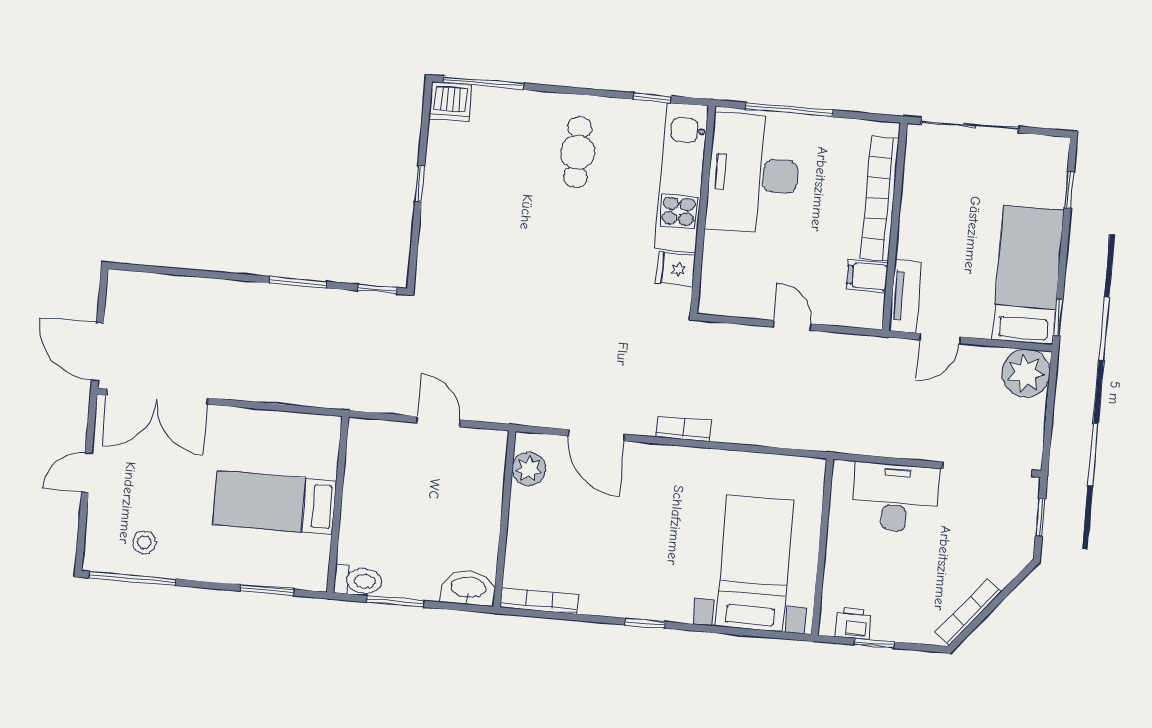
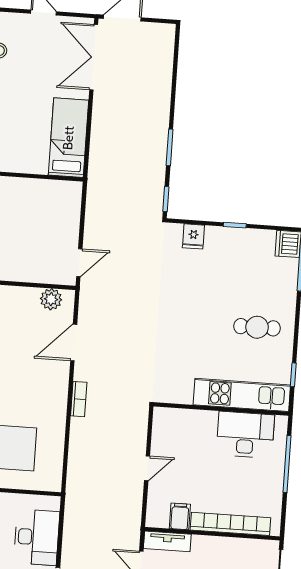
desk: (753, 174) -> (245, 435), width x0.73, depth x0.77
fridge: (676, 269) -> (193, 236), moved, turned 180
door: (438, 421) -> (79, 263), moved
bed: (275, 503) -> (68, 138), moved

